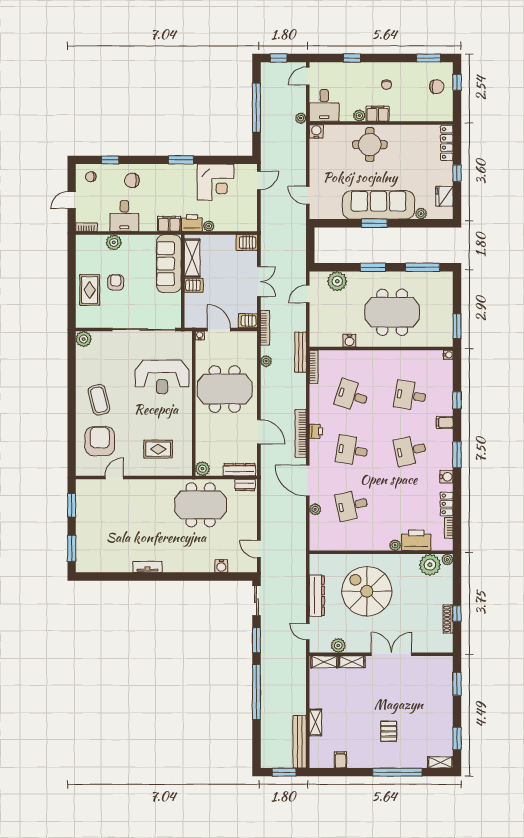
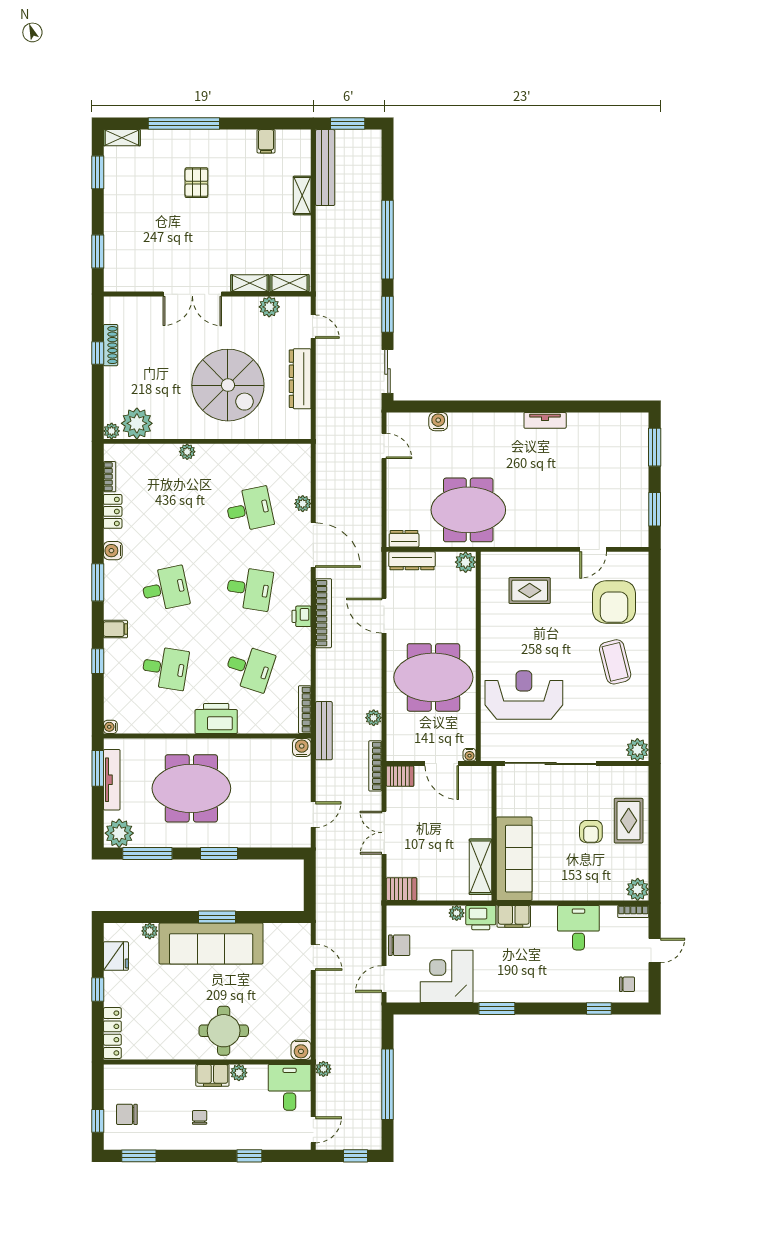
chair: (132, 180) -> (399, 945), moved
plant: (114, 242) -> (638, 889), moved
plant: (337, 281) -> (119, 833), moved
server rack: (194, 285) -> (478, 827), removed
tv unit: (447, 318) -> (112, 780), added
water cooler: (349, 341) -> (302, 748), moved
printer: (416, 540) -> (216, 719), moved, turned 180

